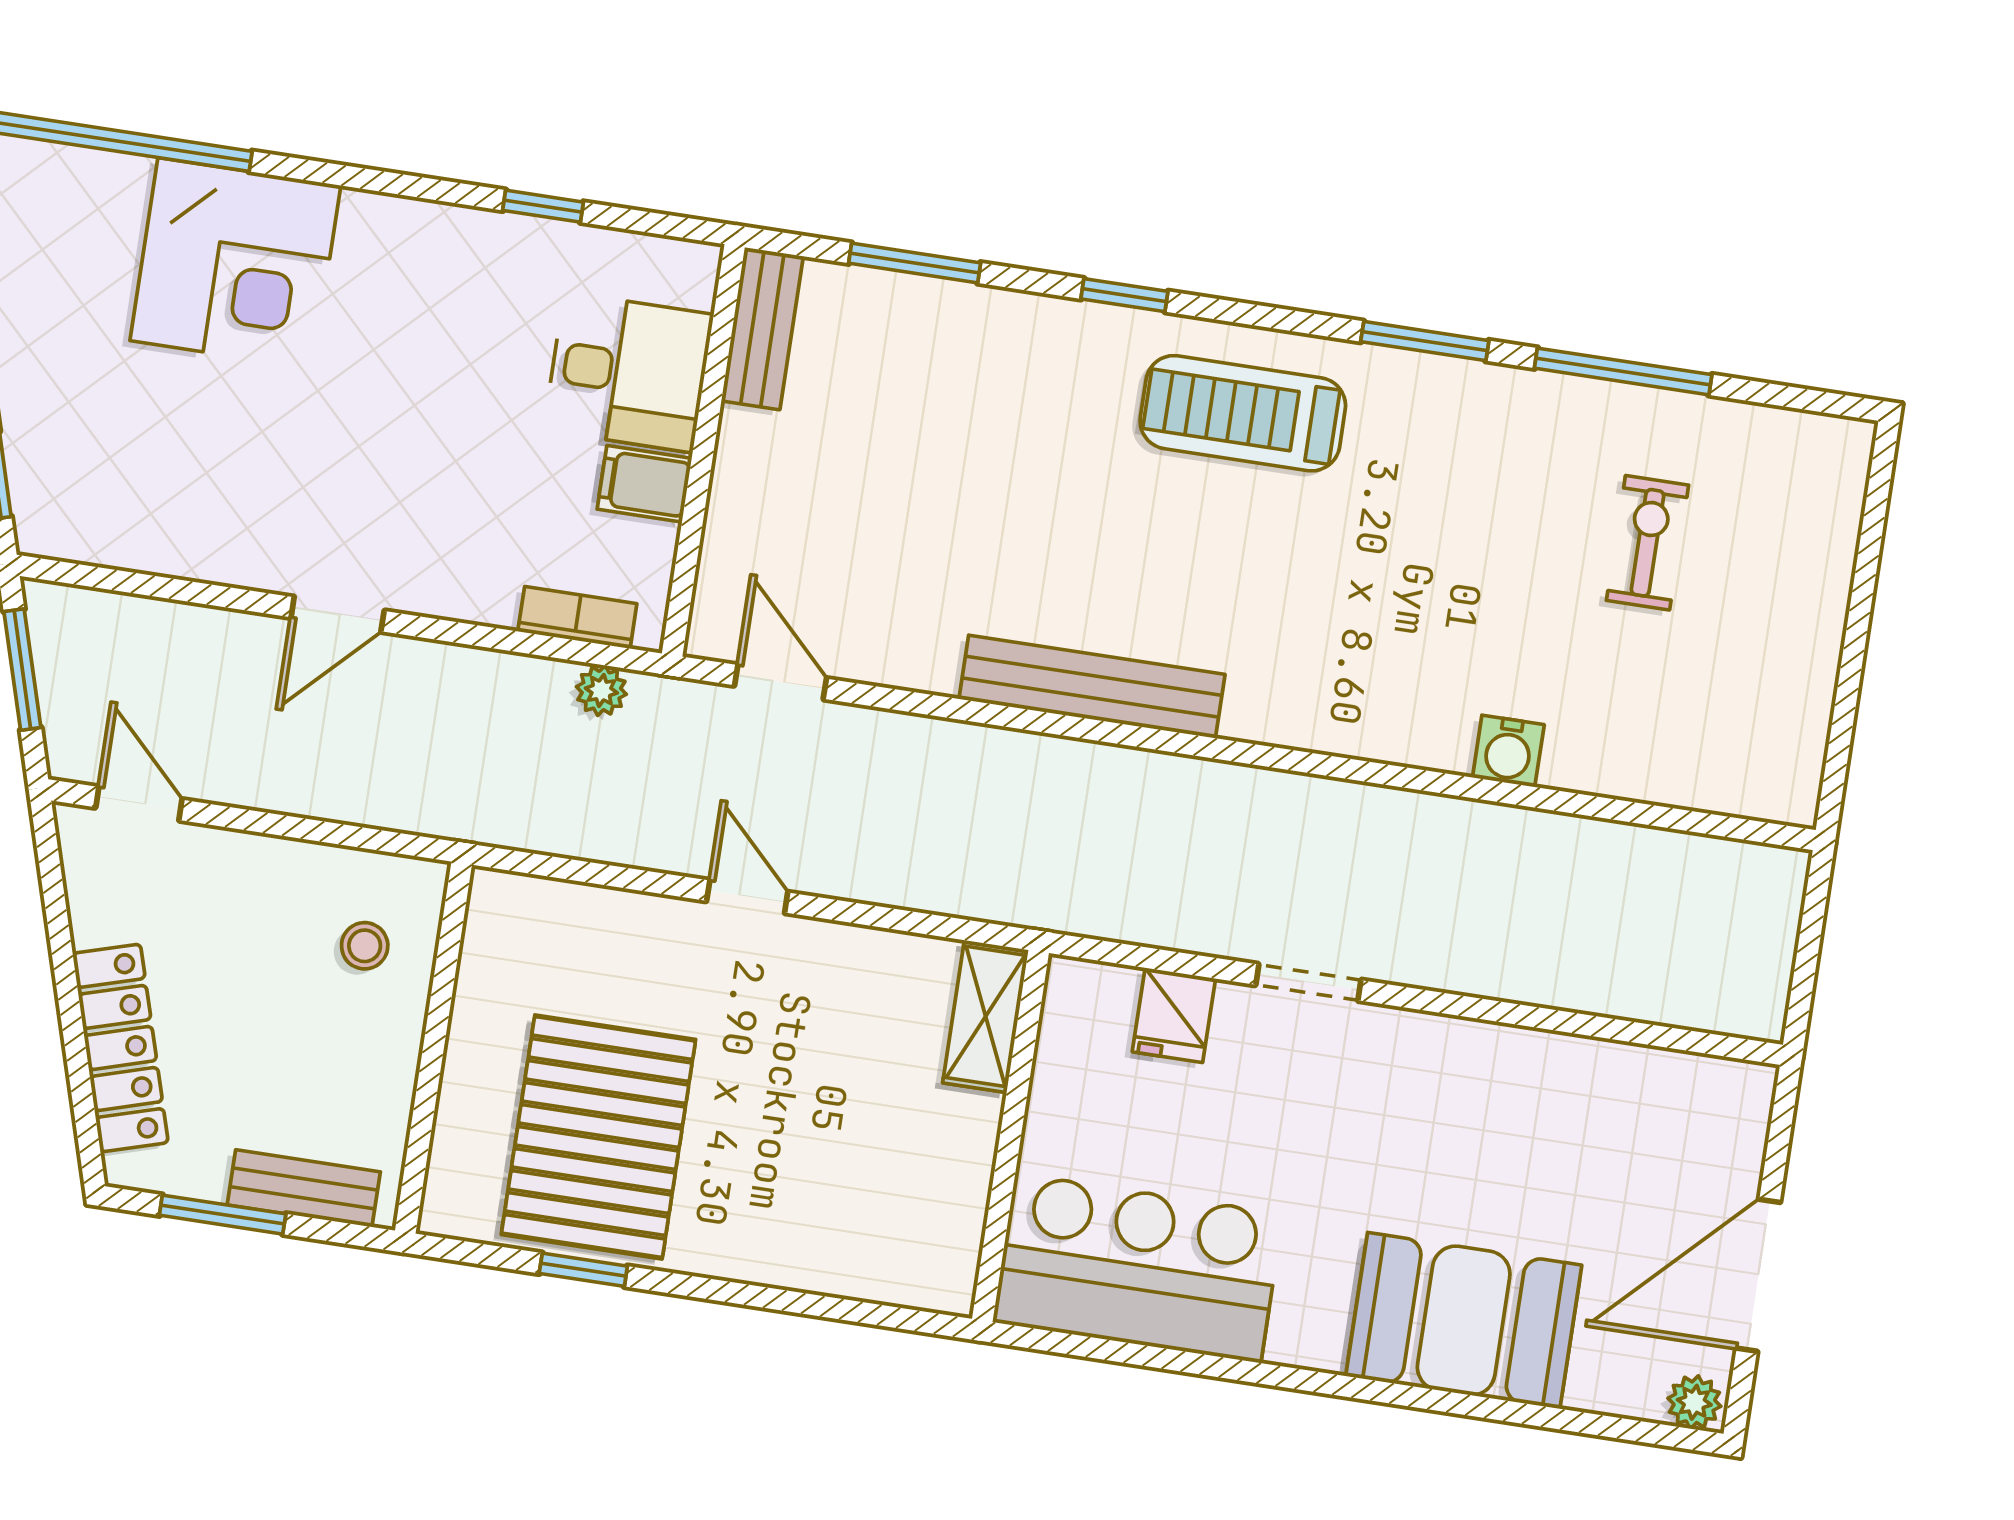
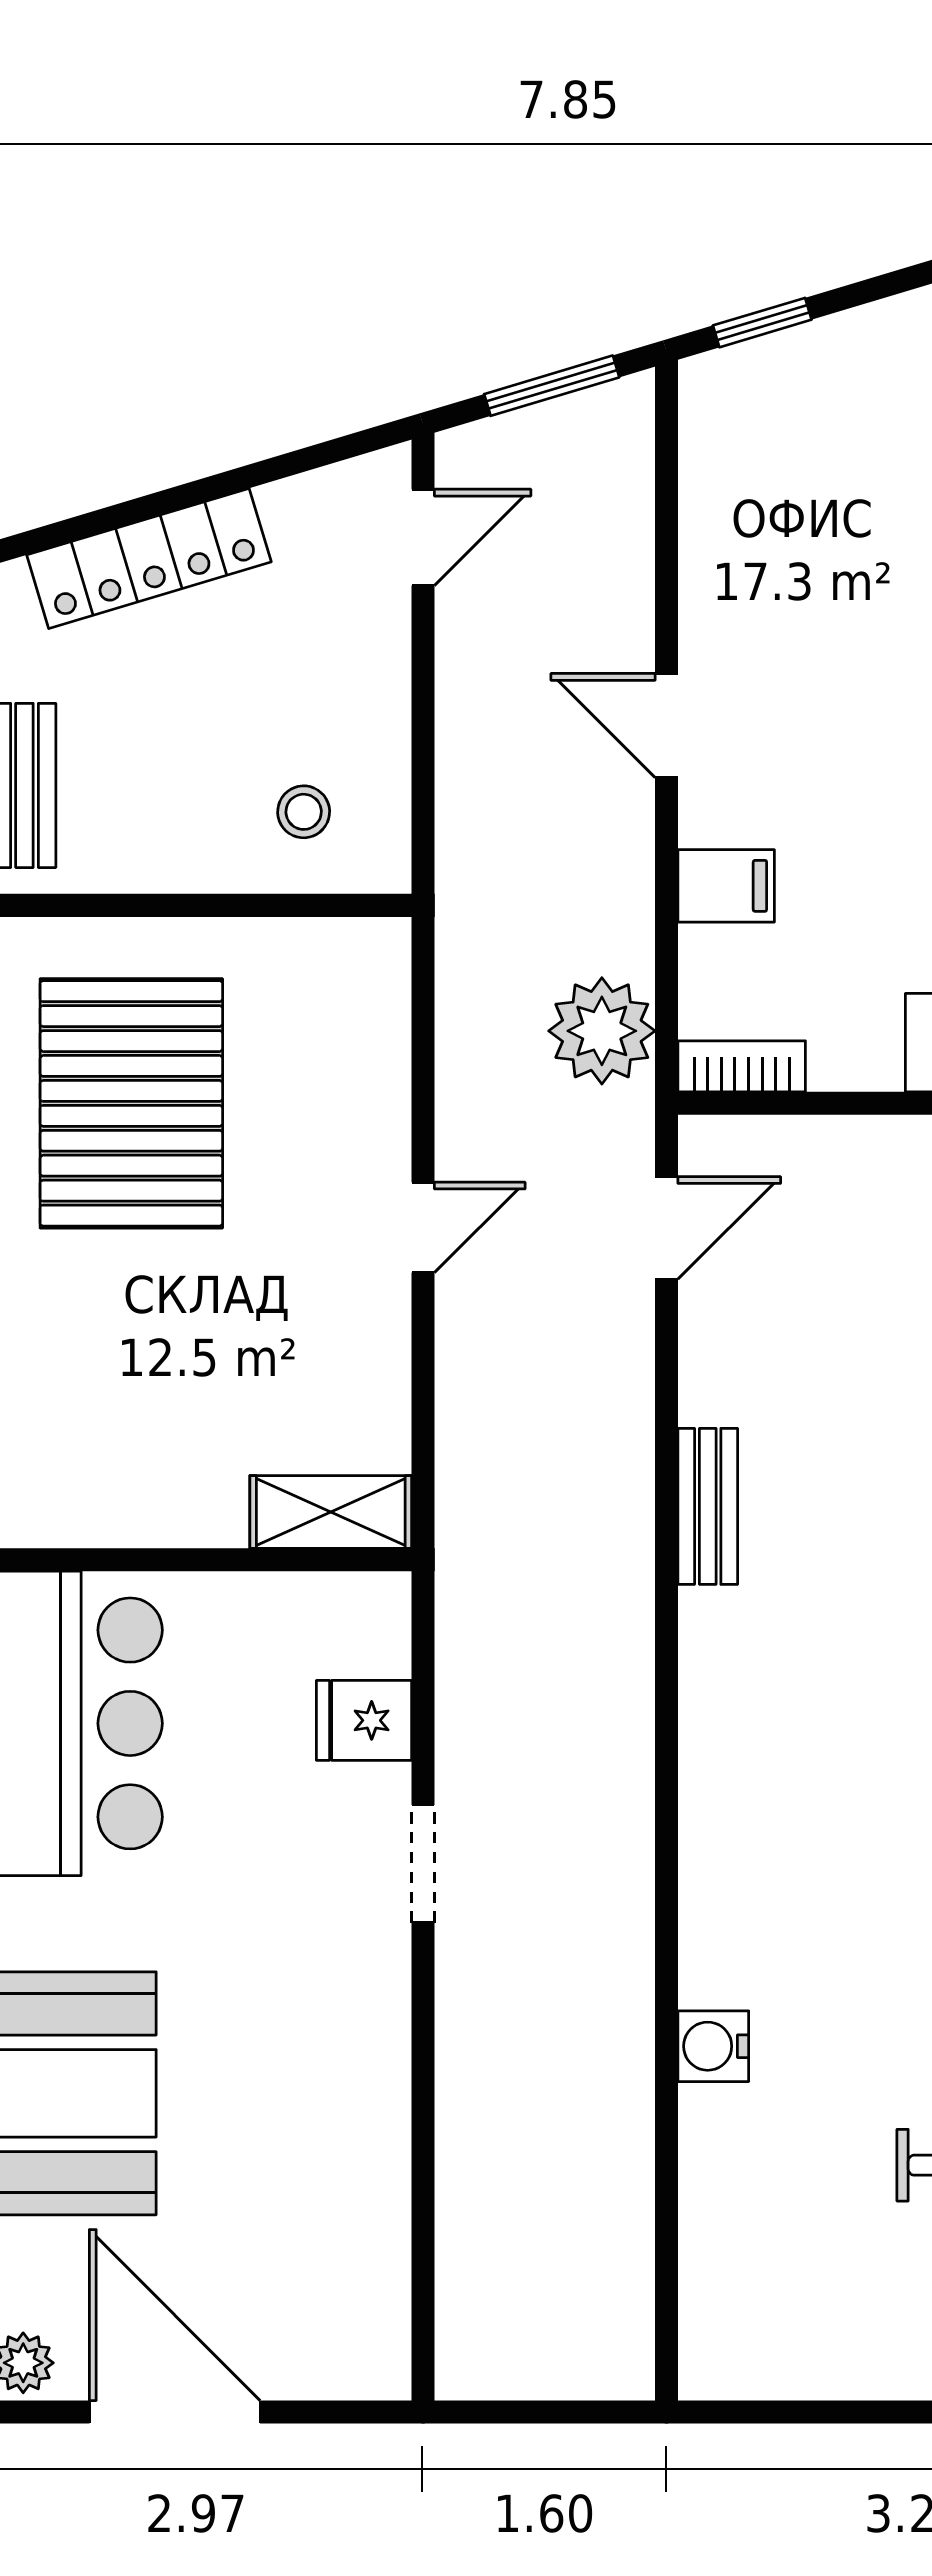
filing cabinet: (644, 484) -> (726, 886), moved, turned 90
bookcase: (577, 618) -> (742, 1066), moved, turned -90
bench: (1092, 687) -> (708, 1506), width x0.54, depth x0.82
plant: (601, 690) -> (602, 1031), width x1.87, depth x1.87
pallet: (598, 1137) -> (131, 1103), turned 90

